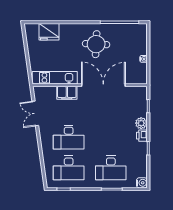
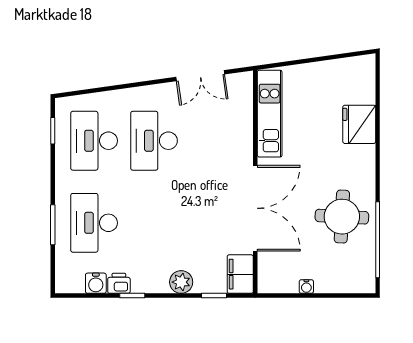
fridge: (49, 32) -> (359, 124), moved
round table: (96, 44) -> (342, 217), moved
filing cabinet: (67, 93) -> (240, 274), moved
double door: (35, 113) -> (200, 76), swing flipped
printer: (142, 136) -> (119, 283), moved
water cooler: (142, 183) -> (96, 283), moved

